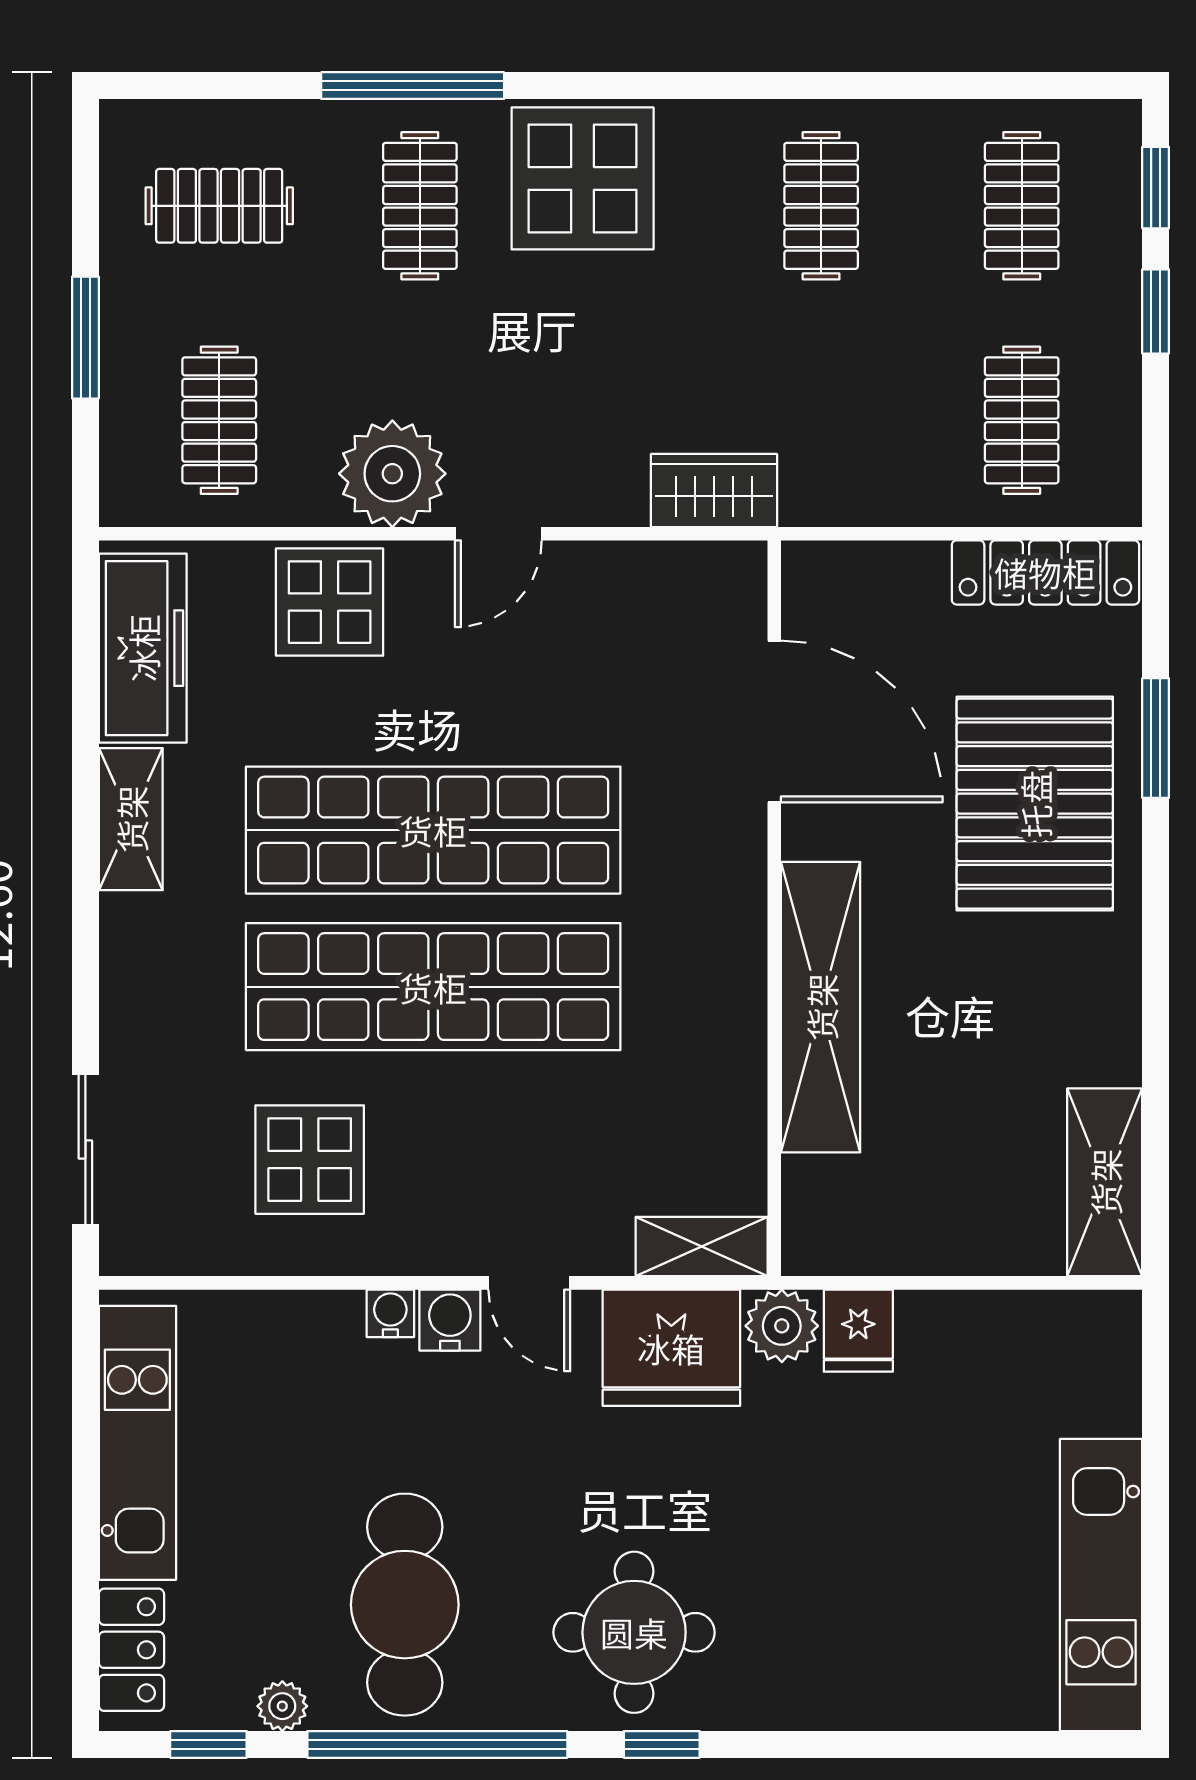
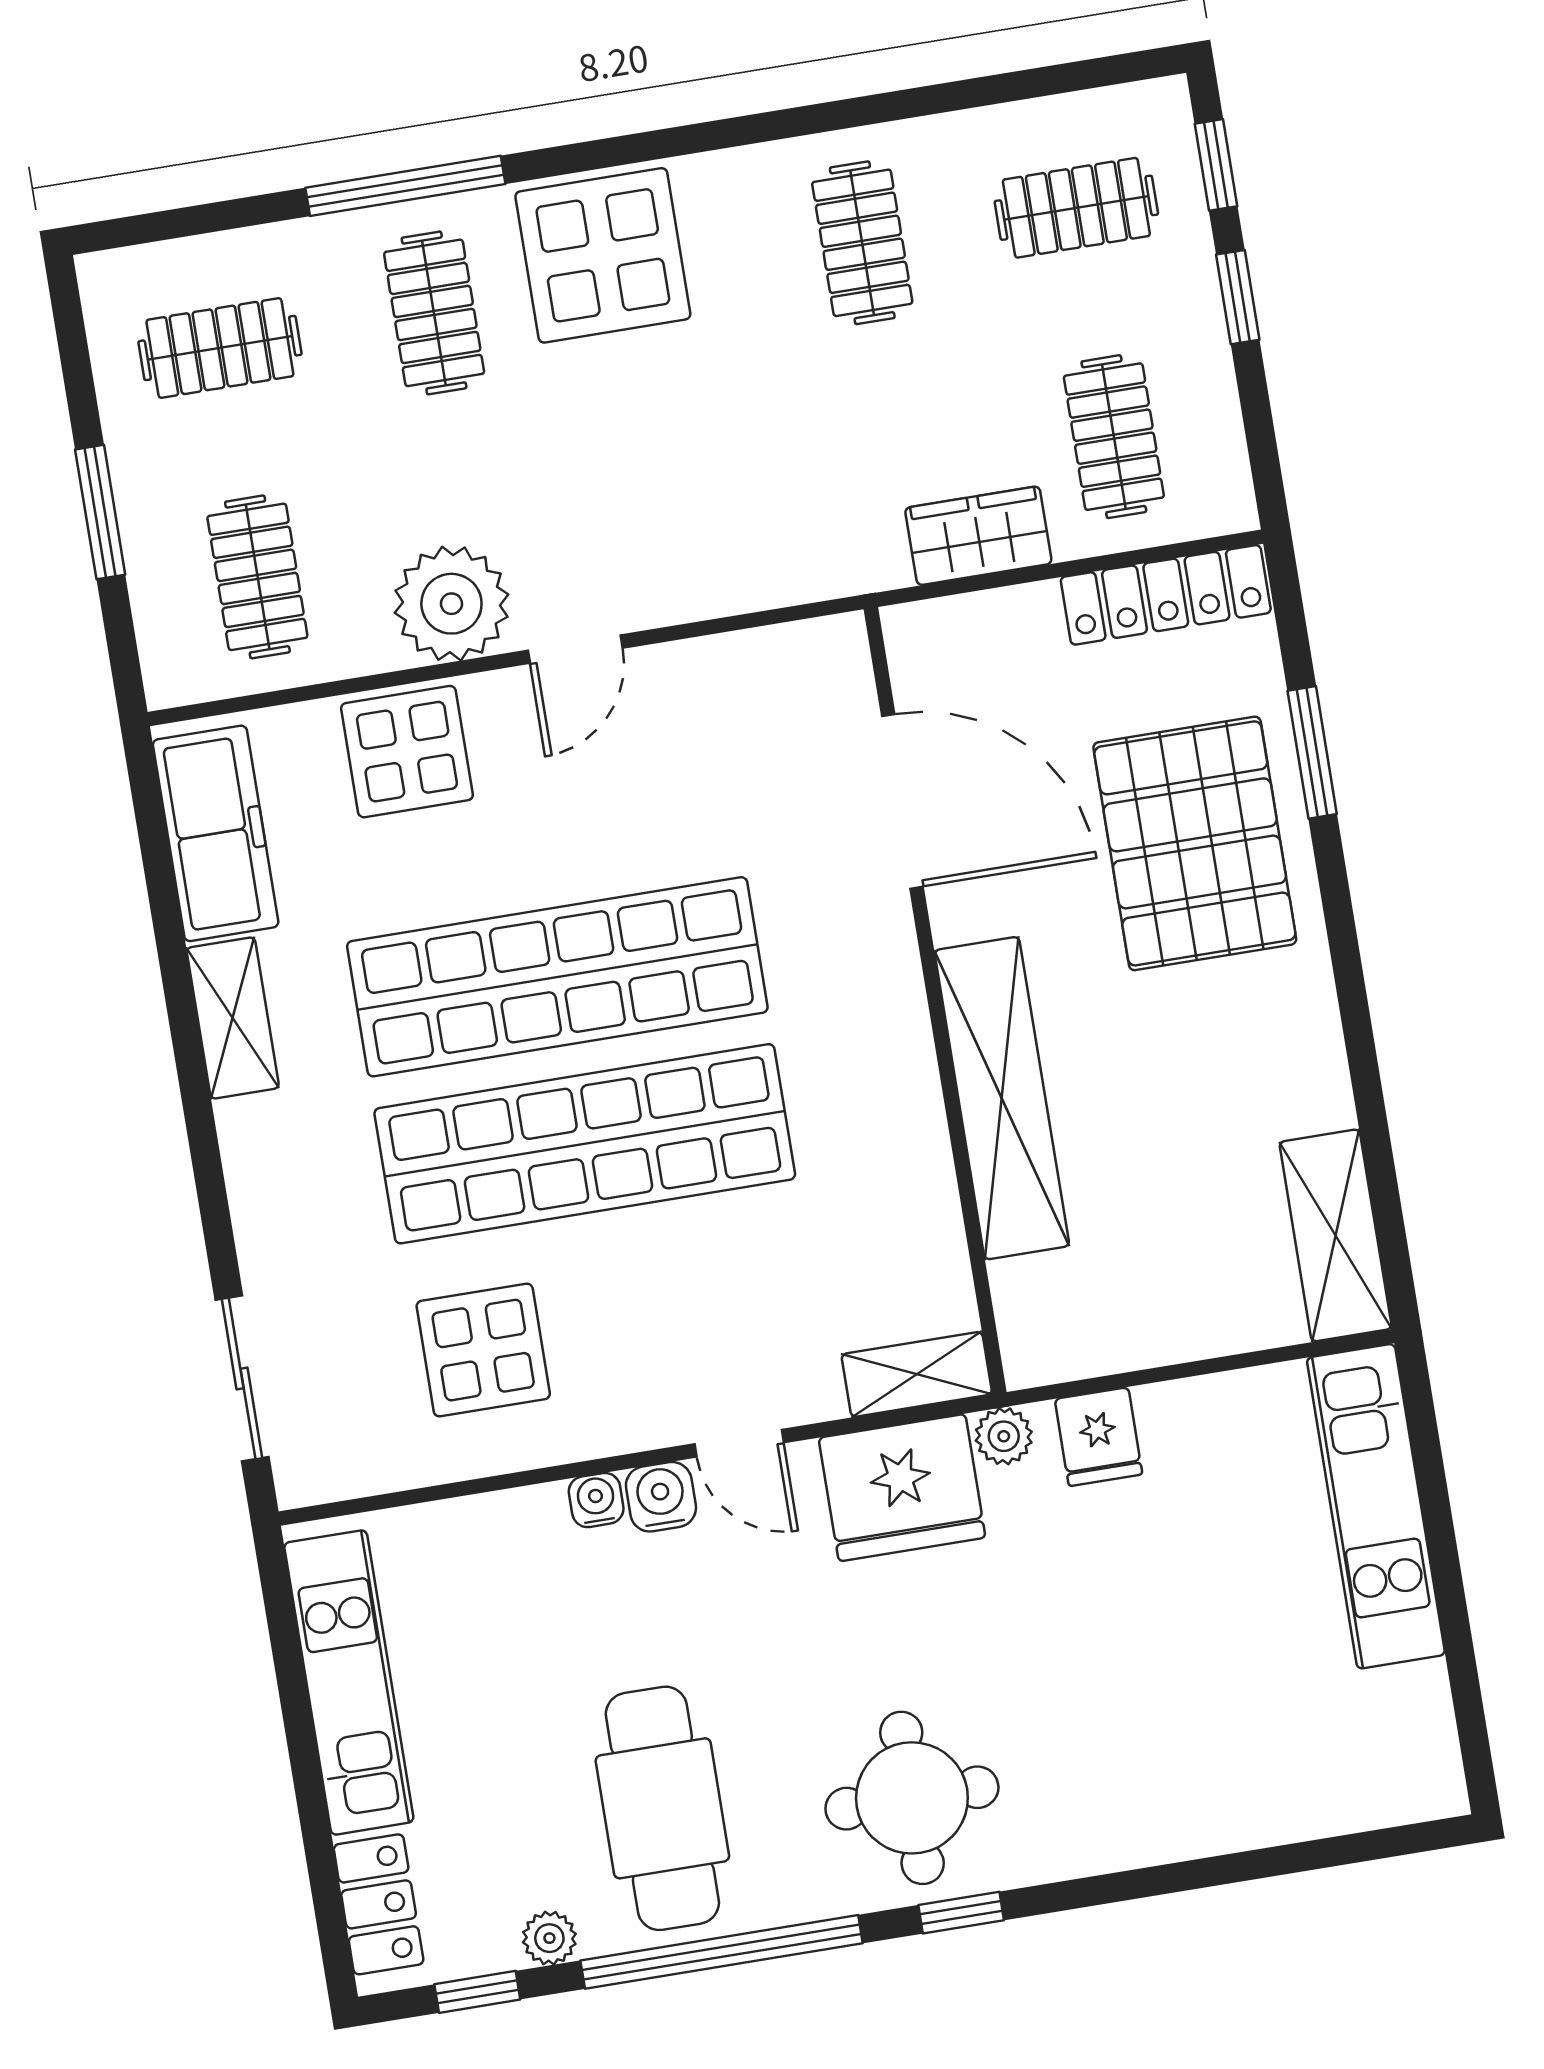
clothes rail: (1022, 206) -> (1076, 208), turned 90
wardrobe: (714, 491) -> (978, 536), moved
plant: (782, 1326) -> (1004, 1436), width x0.73, depth x0.73
kitchen unit: (1101, 1585) -> (1376, 1506), moved

